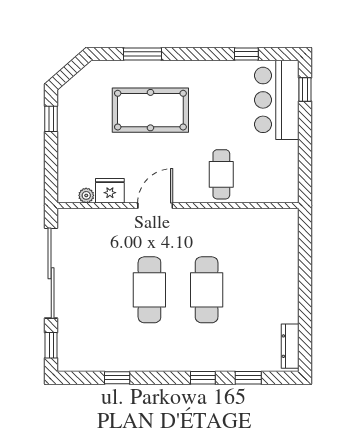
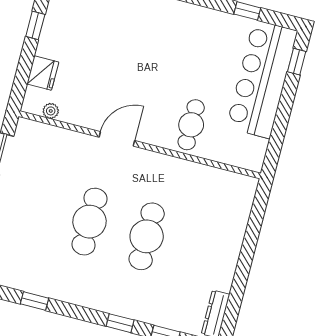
bar counter: (277, 100) -> (262, 79), width x1.36
pool table: (150, 110) -> (137, 42), removed
fridge: (110, 191) -> (43, 73), moved, turned 90

